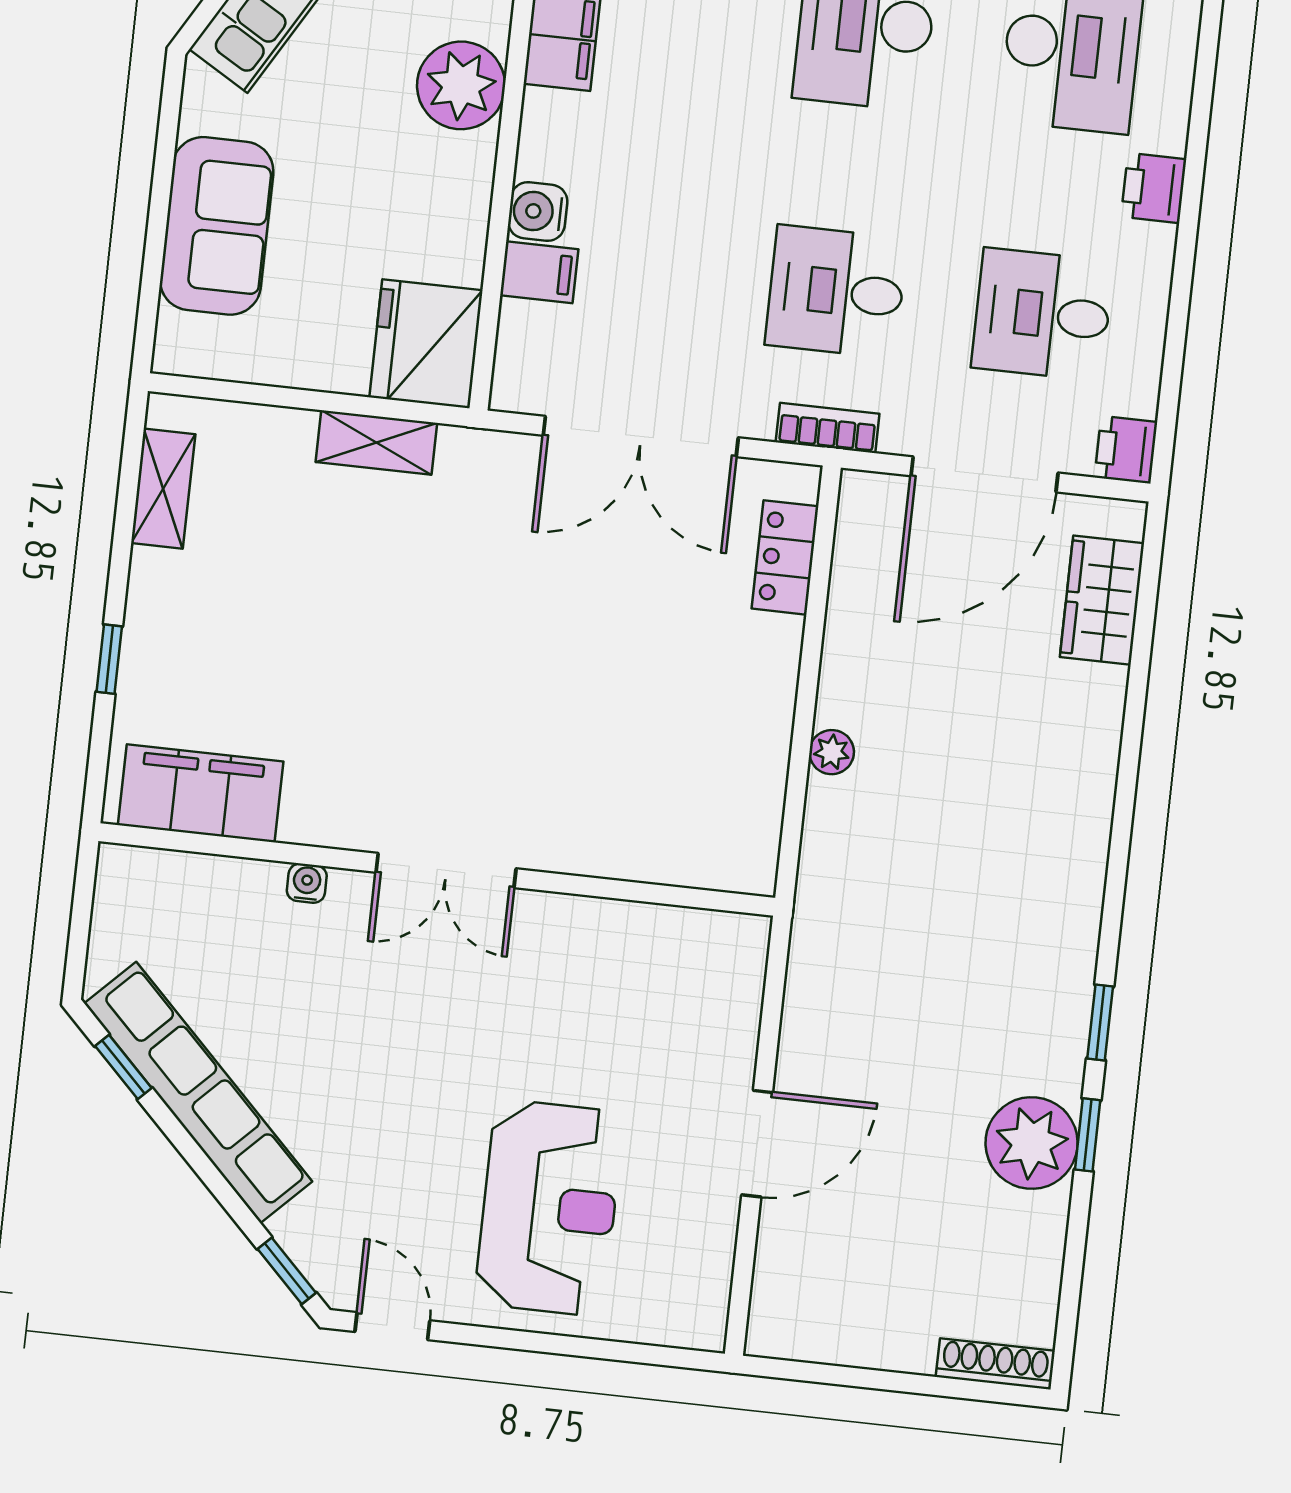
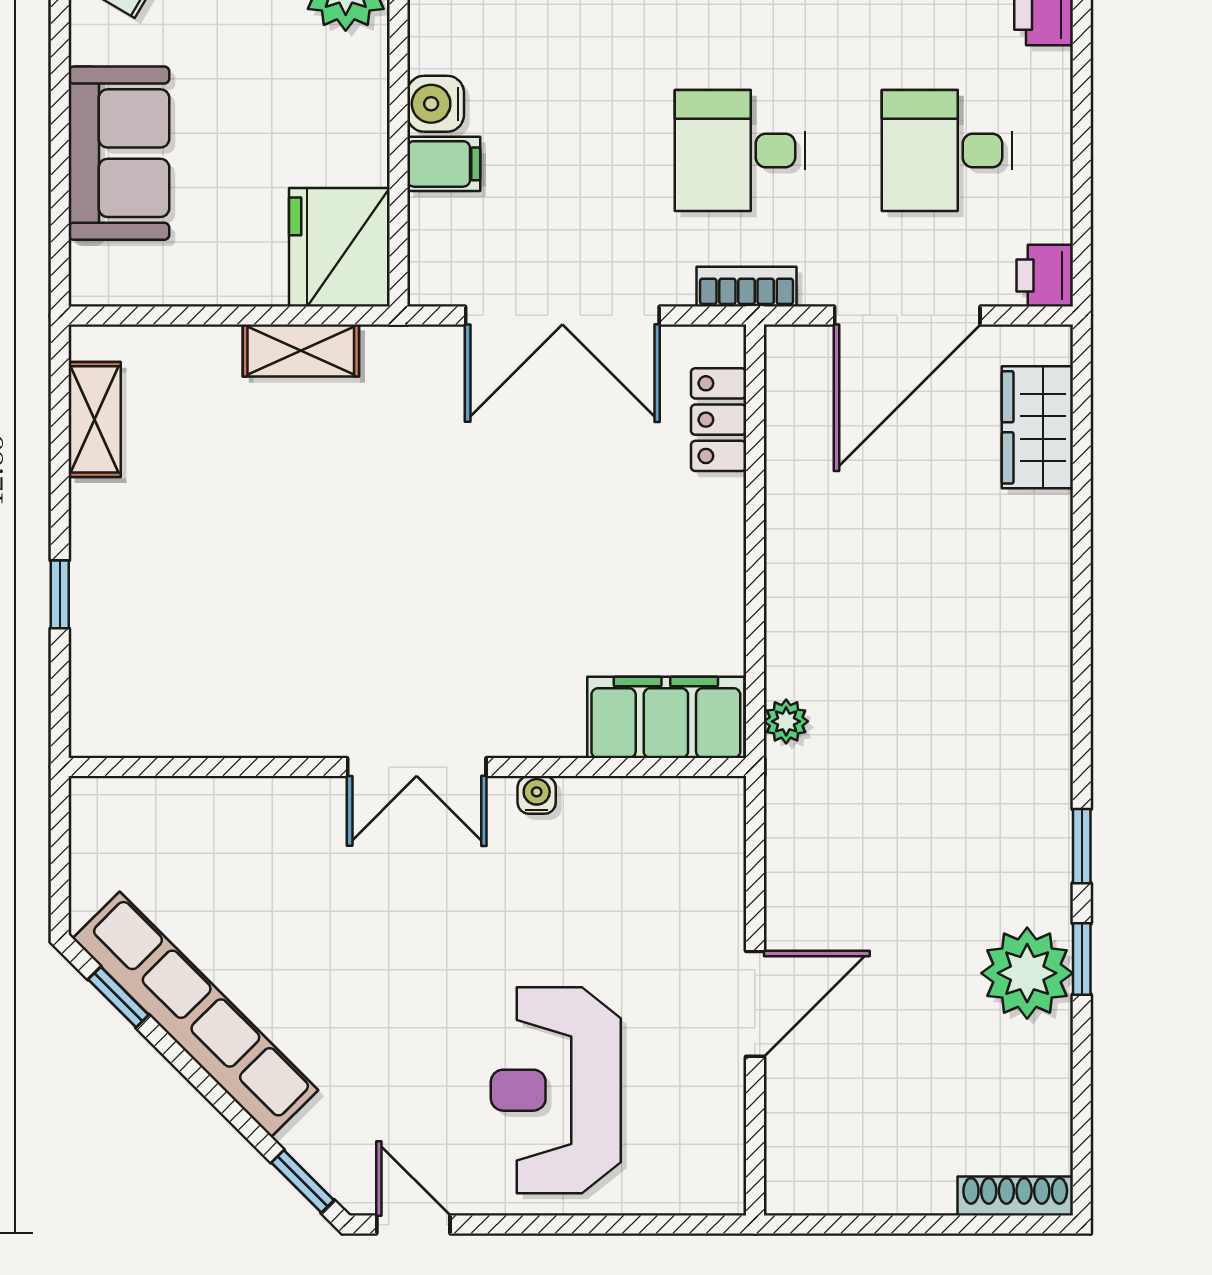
plant: (832, 752) -> (786, 721), moved
filing cabinet: (201, 793) -> (666, 717), moved
water cooler: (307, 883) -> (537, 795), moved
reception desk: (549, 1208) -> (556, 1090), turned 180

